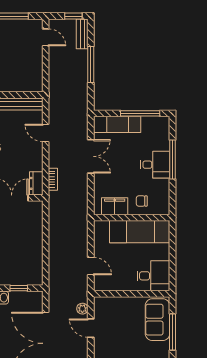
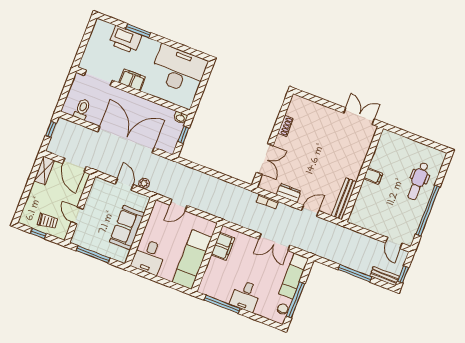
door: (46, 37) -> (394, 243), hinge flipped
window: (173, 159) -> (222, 304), moved
dresser: (36, 183) -> (289, 193), moved
chair: (142, 201) -> (283, 309), moved
sofa: (158, 320) -> (127, 228), moved, turned -90
door: (91, 328) -> (124, 184), hinge flipped

